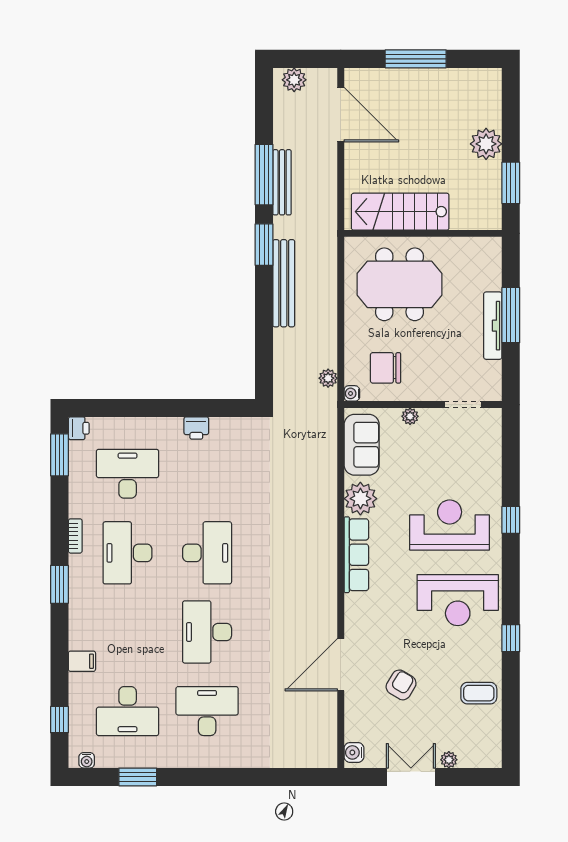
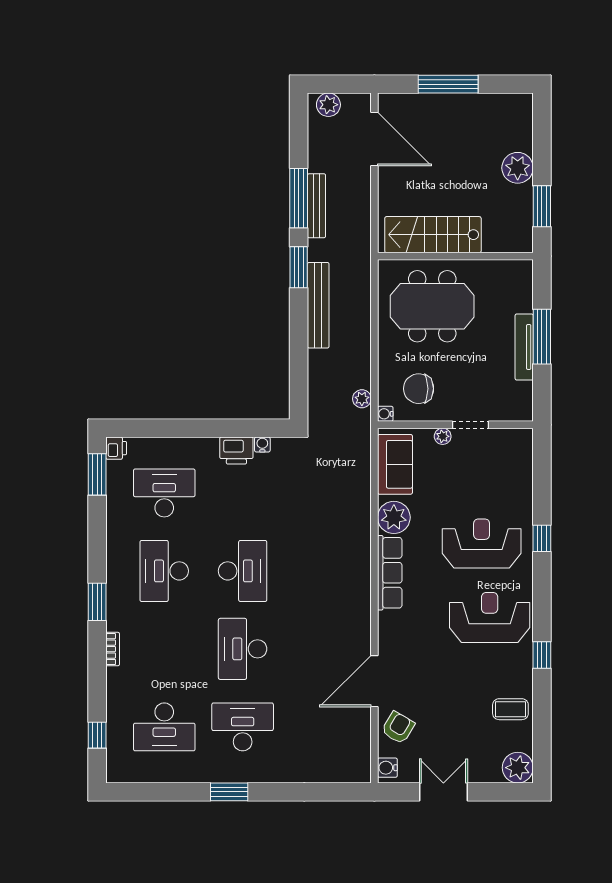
doorway: (463, 405) -> (470, 425), moved
printer: (196, 428) -> (236, 451), width x1.36, depth x1.24
bookcase: (75, 536) -> (113, 649), moved
reception desk: (458, 600) -> (490, 617), turned 180
filing cabinet: (82, 661) -> (119, 678), removed
armchair: (401, 685) -> (398, 728), moved
water cooler: (87, 760) -> (262, 444), moved, turned 180
plant: (449, 760) -> (518, 768), moved, width x1.88, depth x1.88
window: (138, 777) -> (229, 792), moved

